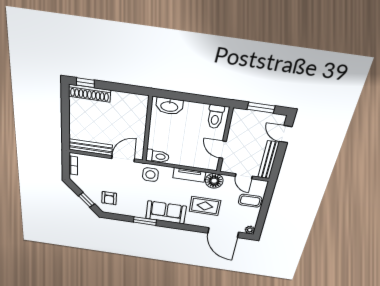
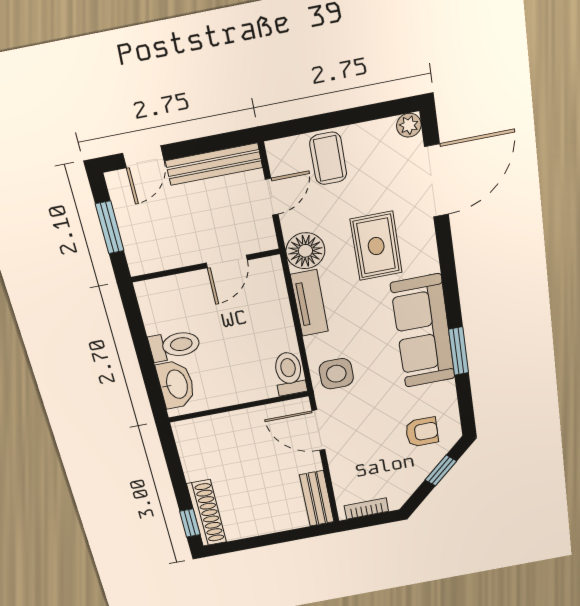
toilet: (215, 117) -> (175, 345), moved
bench: (91, 147) -> (317, 498), width x0.73
sofa: (166, 212) -> (423, 331), width x1.36

